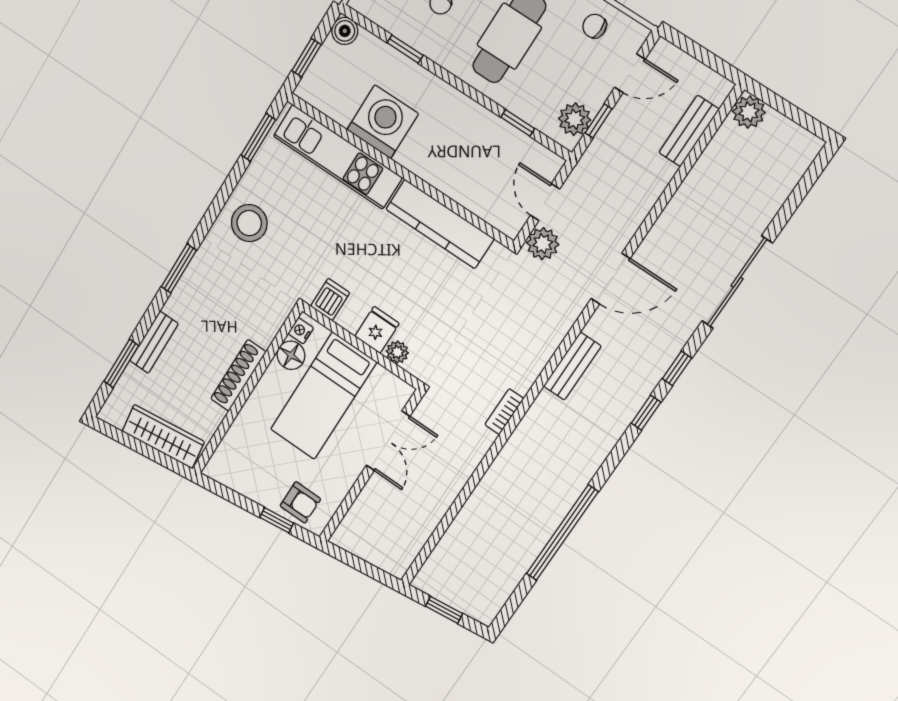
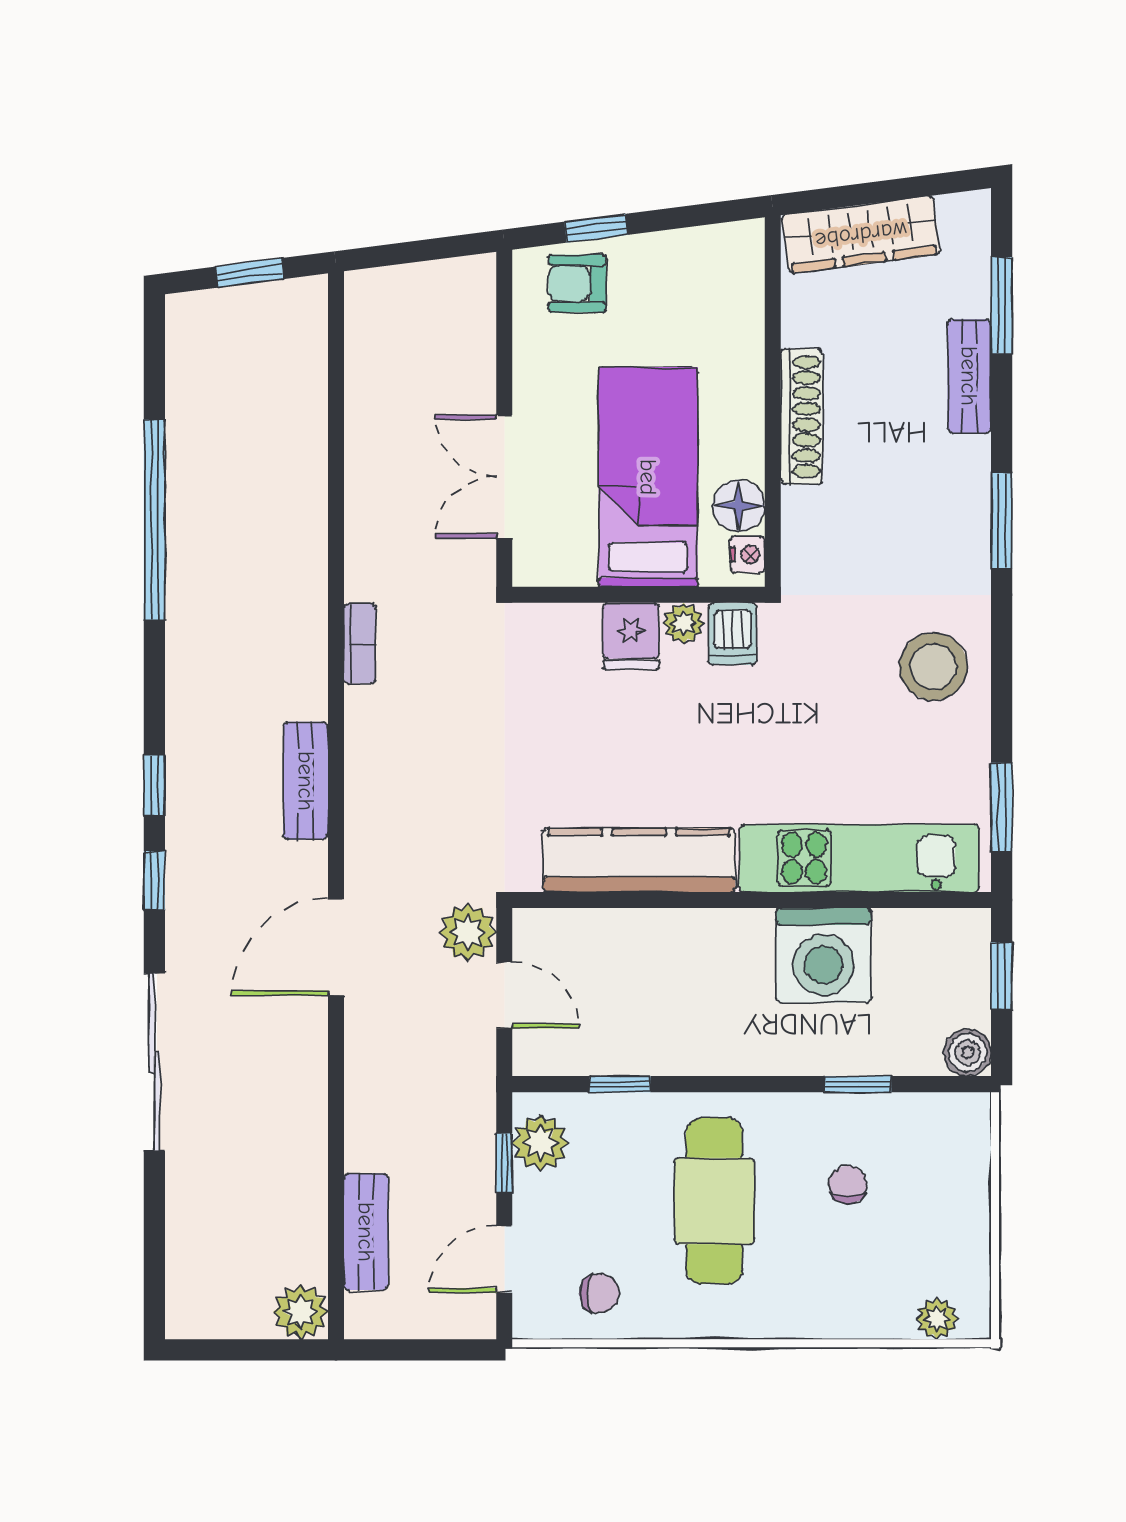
plant: (397, 352) -> (684, 623), moved

